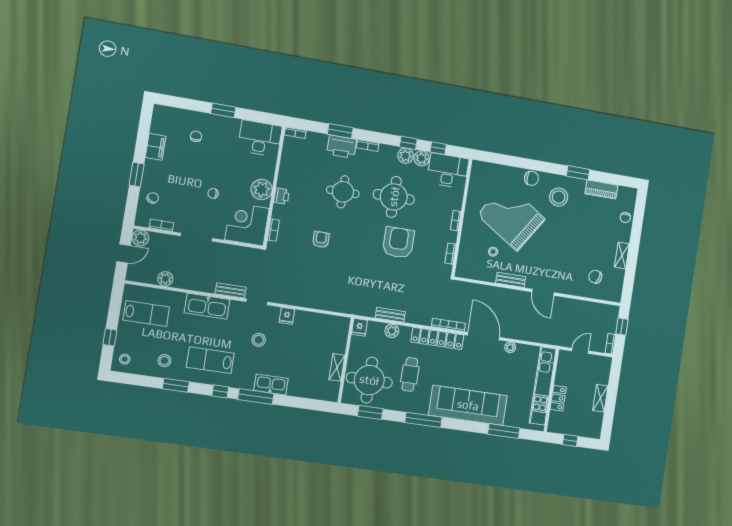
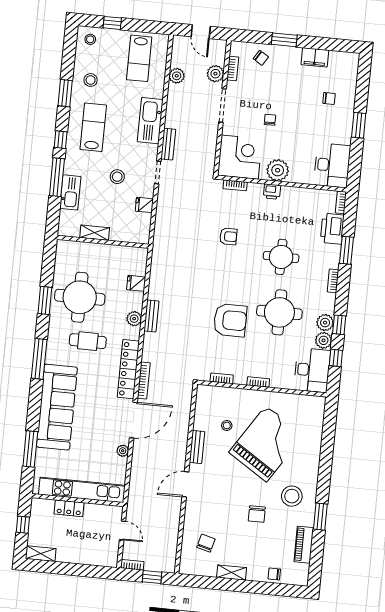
printer: (342, 147) -> (332, 229), moved
chair: (531, 178) -> (257, 514), moved
plant: (140, 238) -> (215, 74), moved
wall: (346, 360) -> (103, 242), moved
shelving: (337, 367) -> (95, 233), moved
shelving: (600, 398) -> (41, 554), moved

